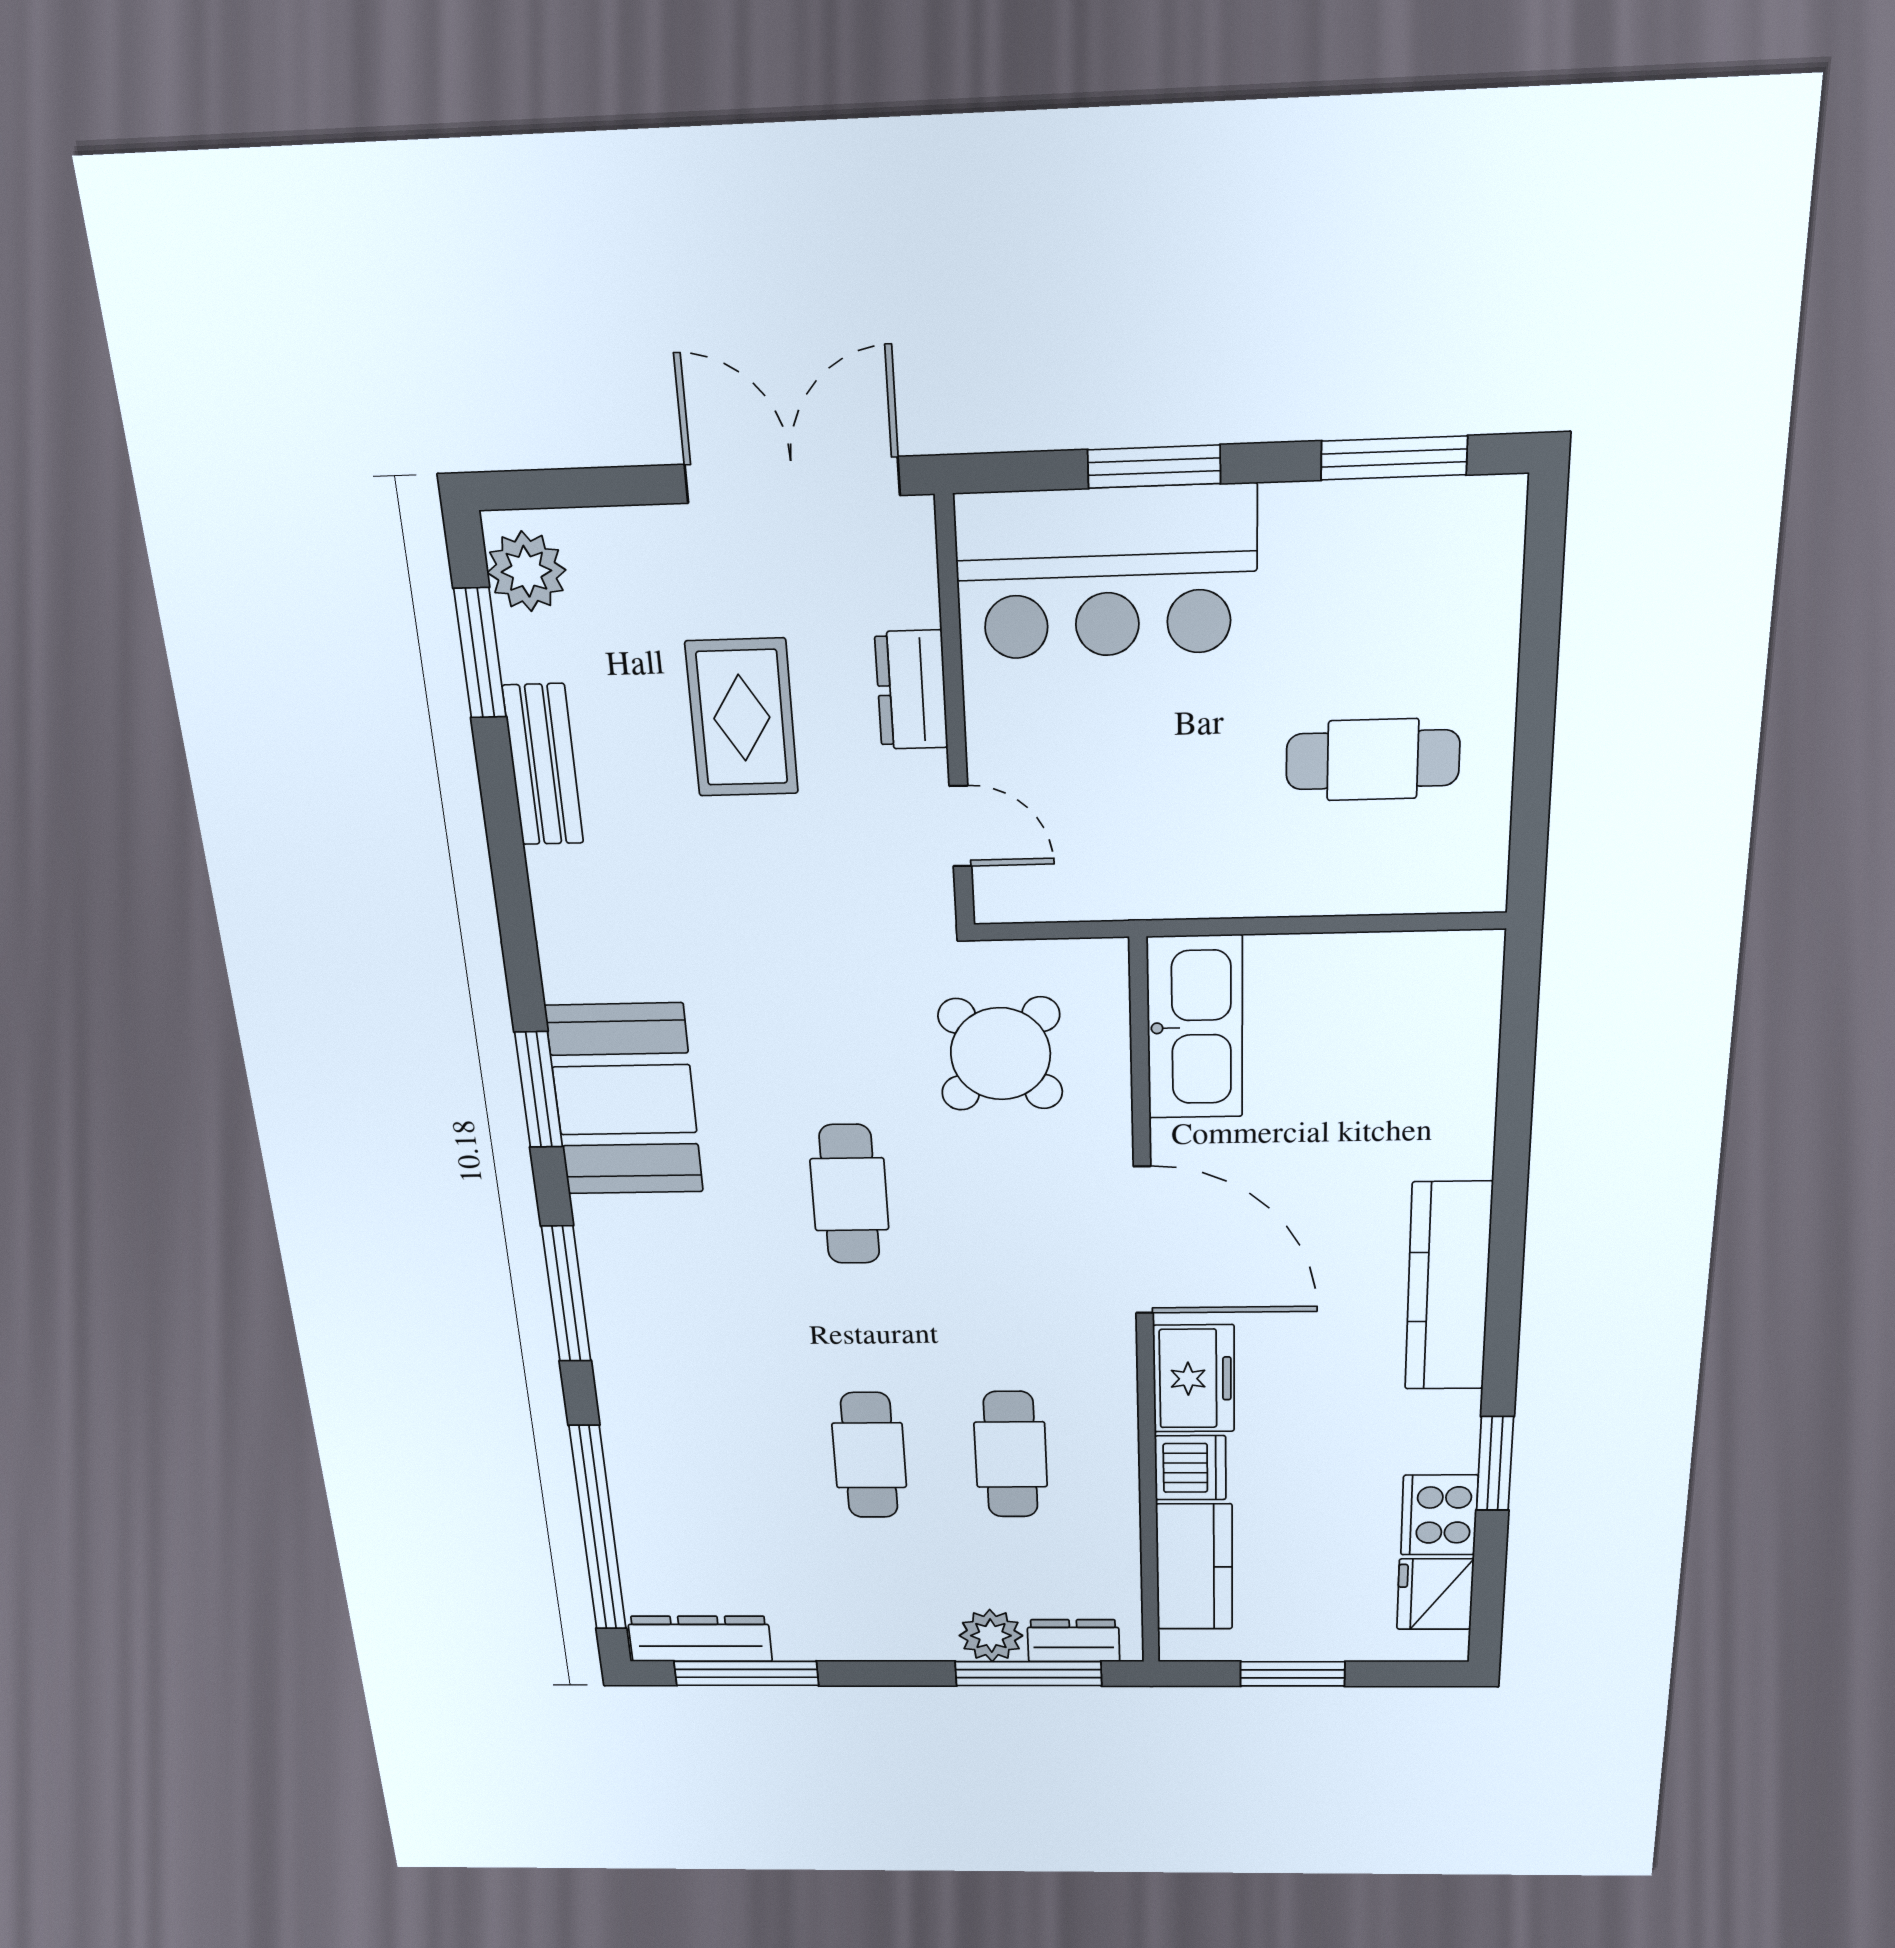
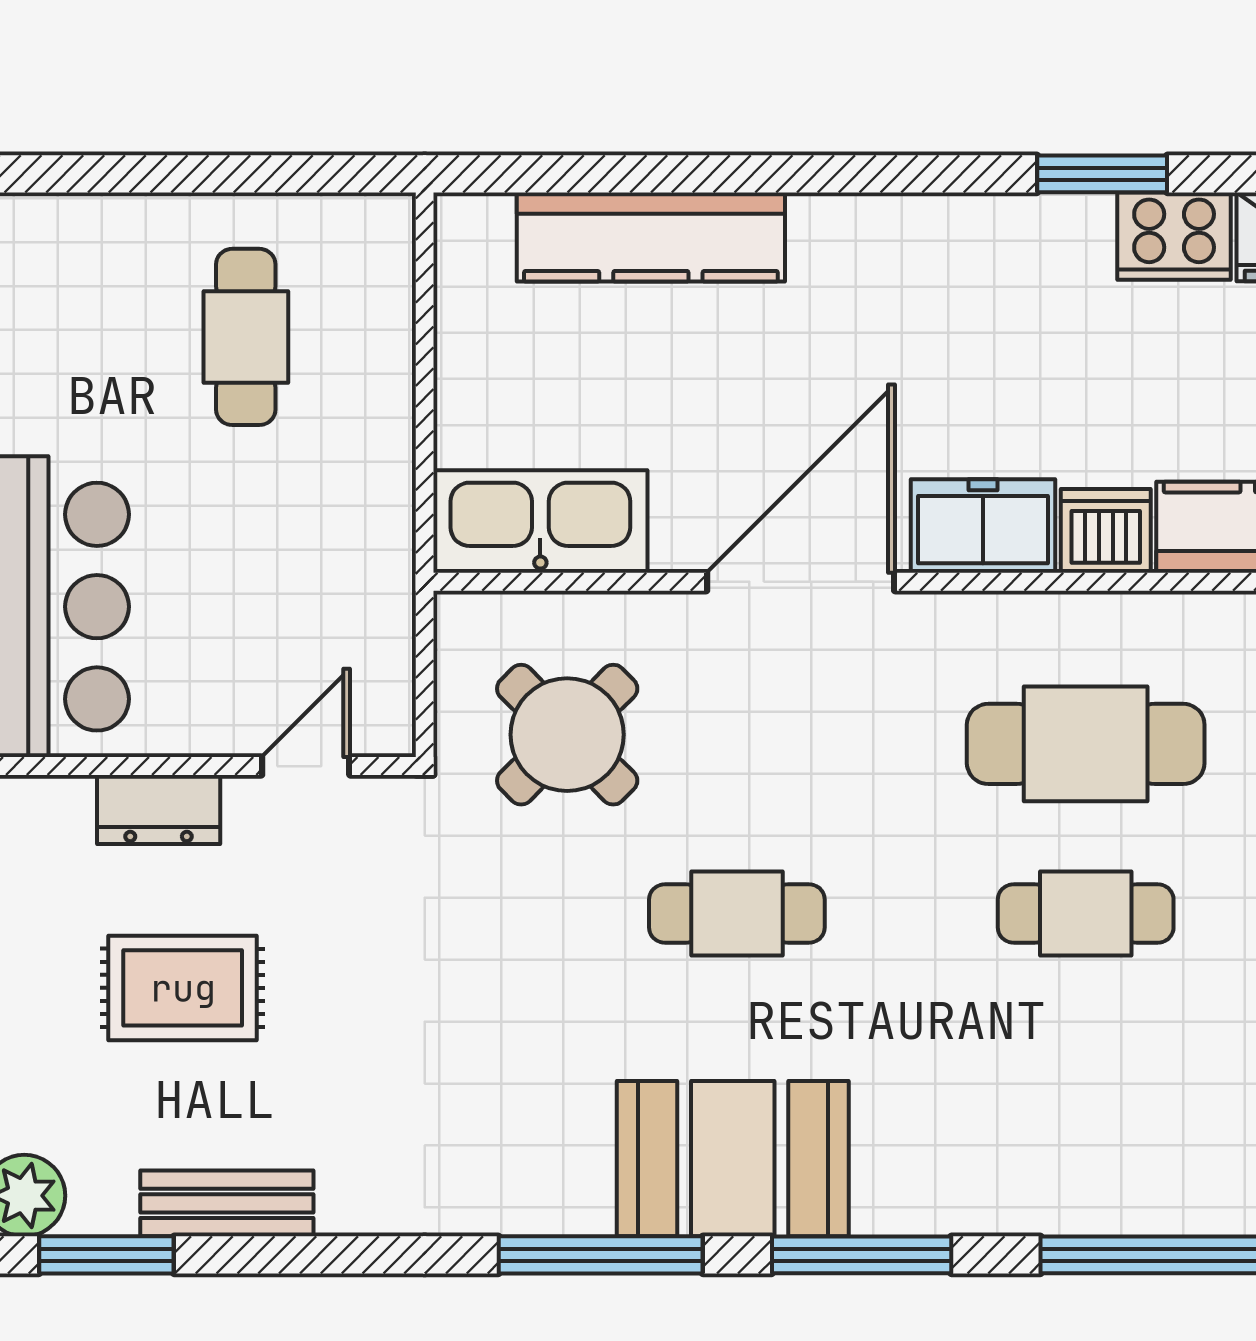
window: (539, 1090) -> (601, 1255), width x1.44
booth: (625, 1100) -> (733, 1159), moved
kitchen counter: (1448, 1287) -> (651, 237), moved
cafe table: (1011, 1455) -> (1086, 744), width x1.37, depth x1.35

